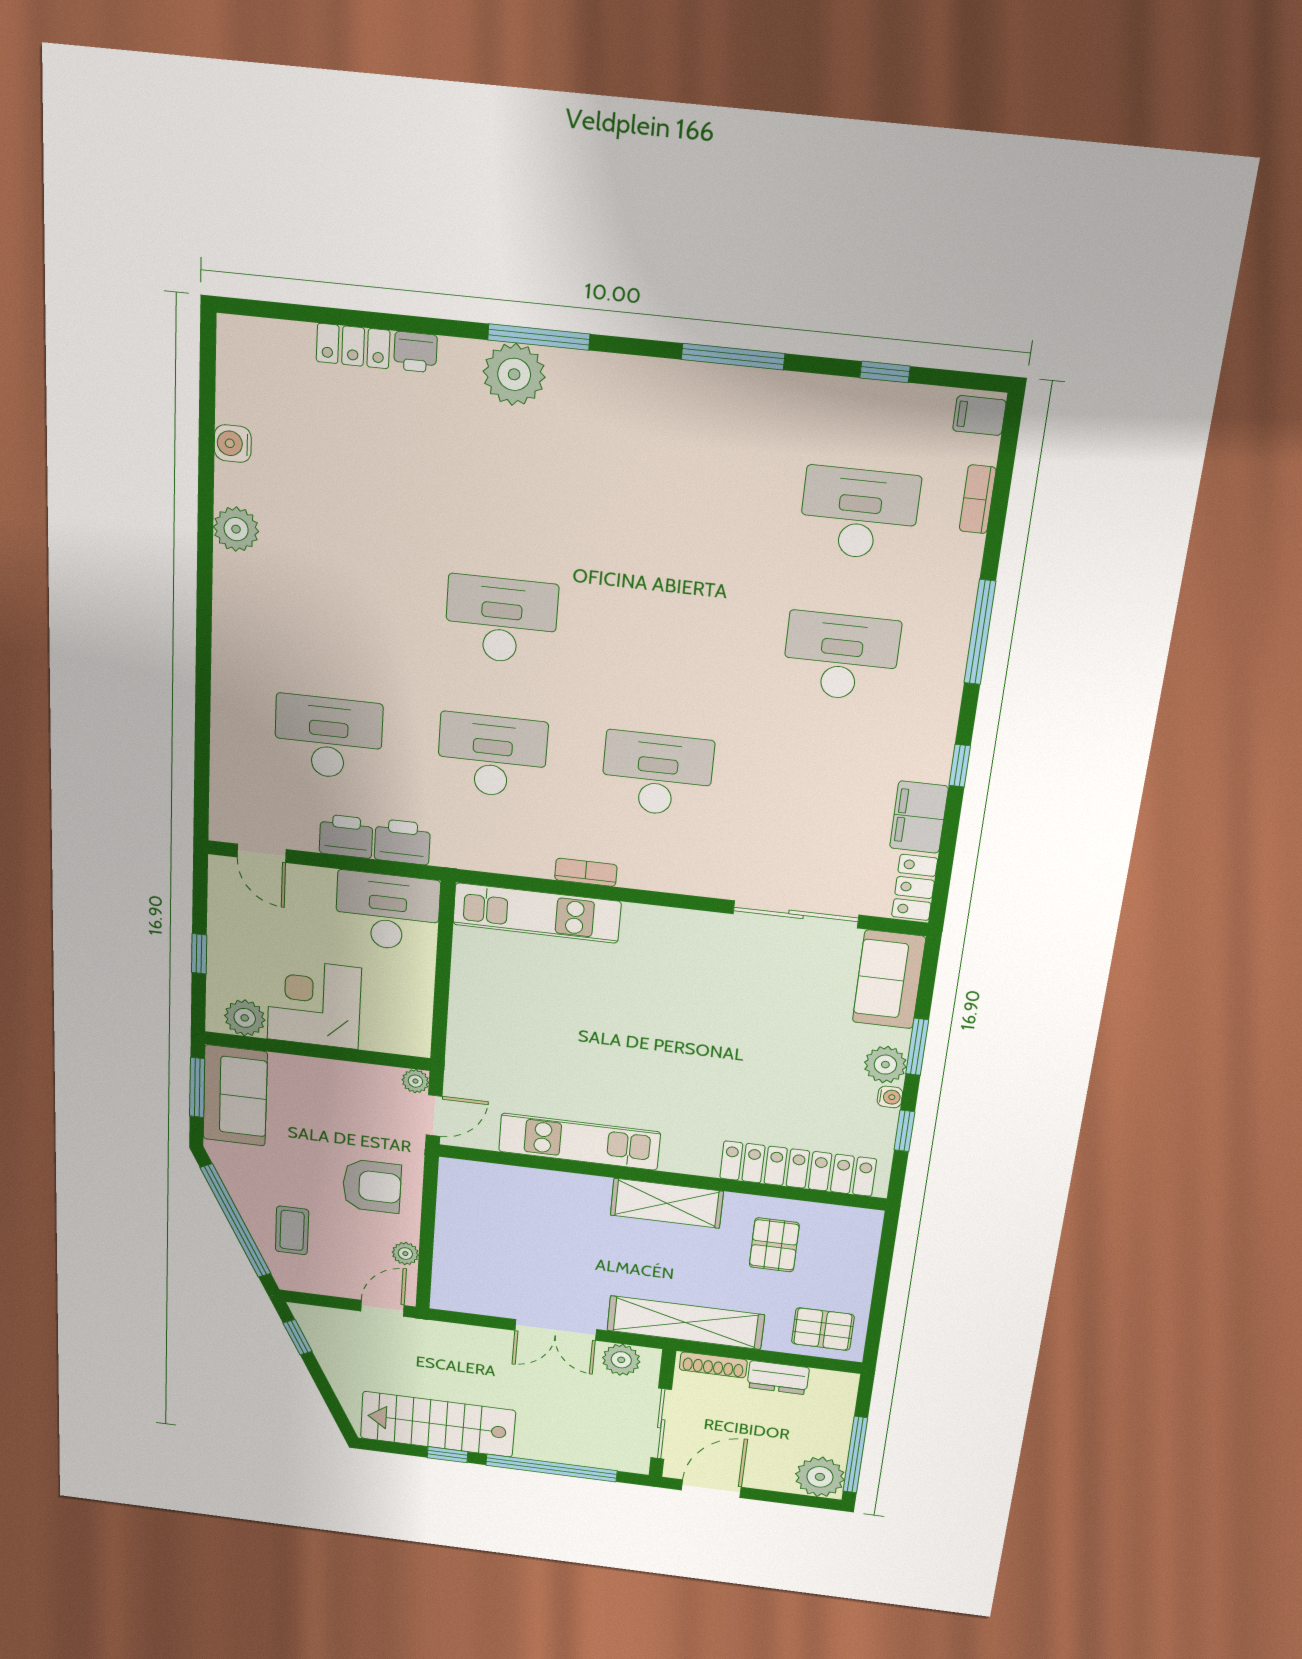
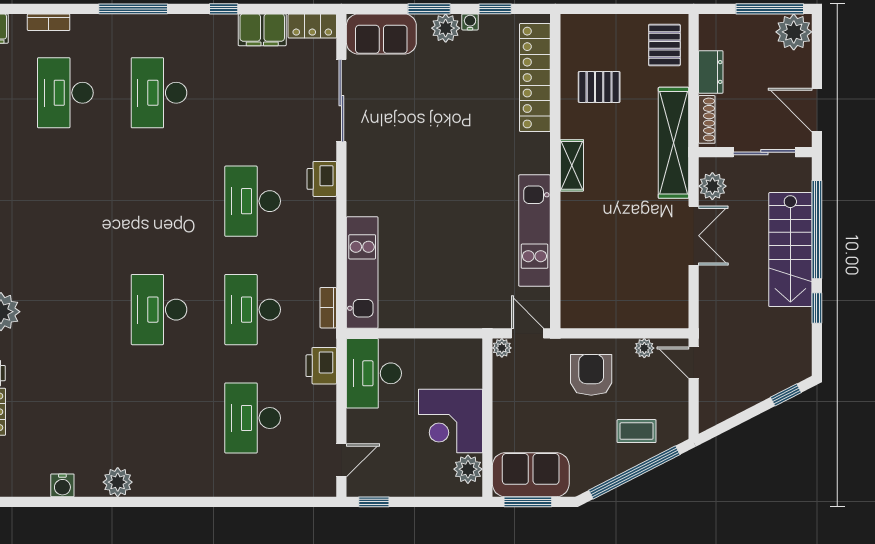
printer: (346, 836) -> (322, 179), moved
bookcase: (586, 872) -> (328, 308), moved
window: (199, 954) -> (374, 502), moved
shelving: (667, 1203) -> (572, 165), width x0.67, depth x0.75
window: (298, 1337) -> (786, 395), moved
stairs: (438, 1424) -> (790, 250), moved

